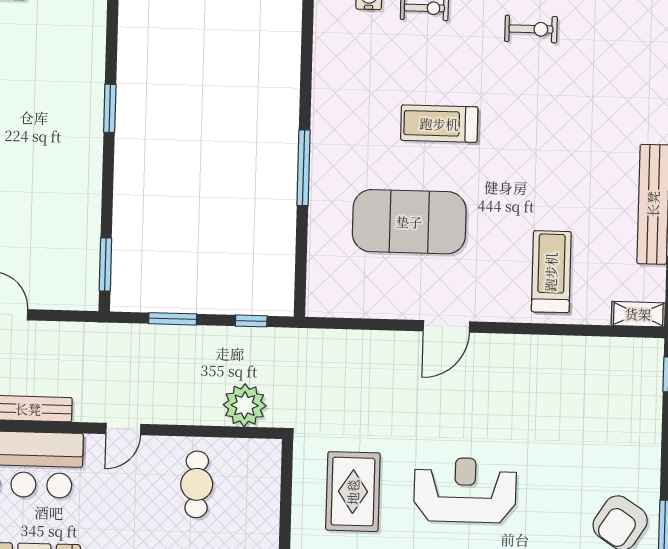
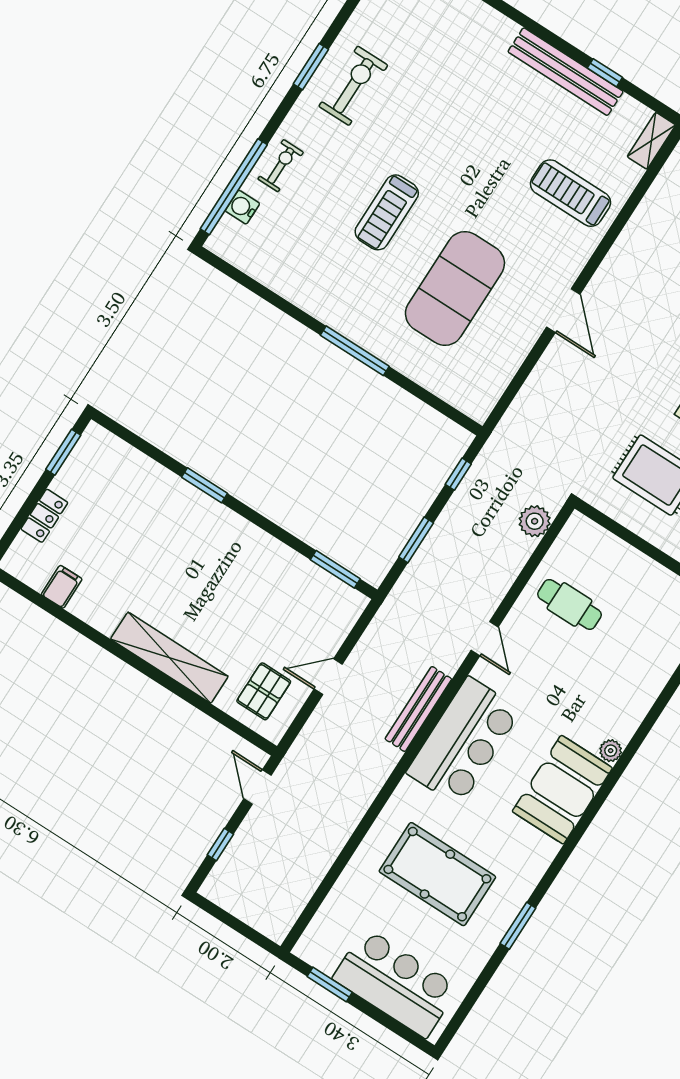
exercise bike: (531, 29) -> (353, 86), width x1.38, depth x1.39
plant: (245, 405) -> (535, 521), width x0.73, depth x0.73

